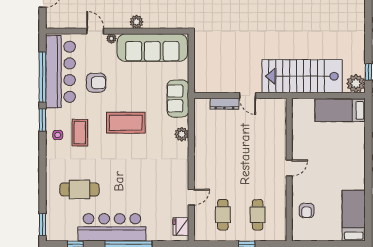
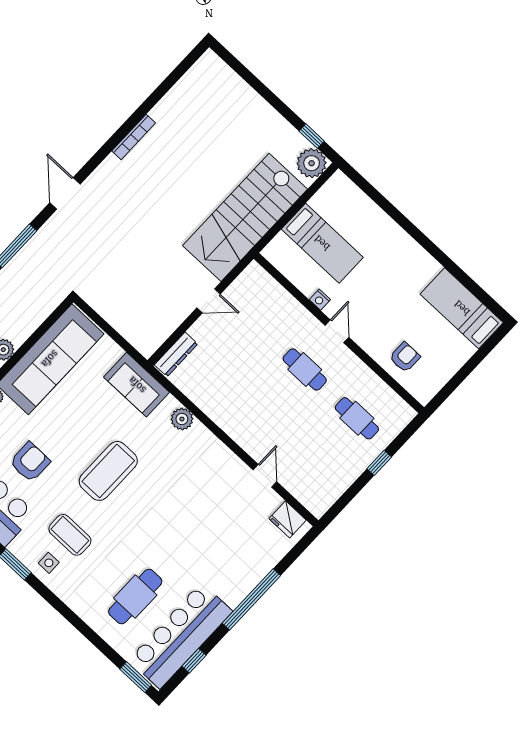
dresser: (224, 104) -> (176, 354), moved
bed: (340, 110) -> (322, 243), moved, turned -90
nightstand: (296, 146) -> (320, 300), added
armchair: (307, 210) -> (405, 357), turned -90
cafe table: (223, 215) -> (305, 370), moved
bar counter: (112, 227) -> (181, 636), moved

